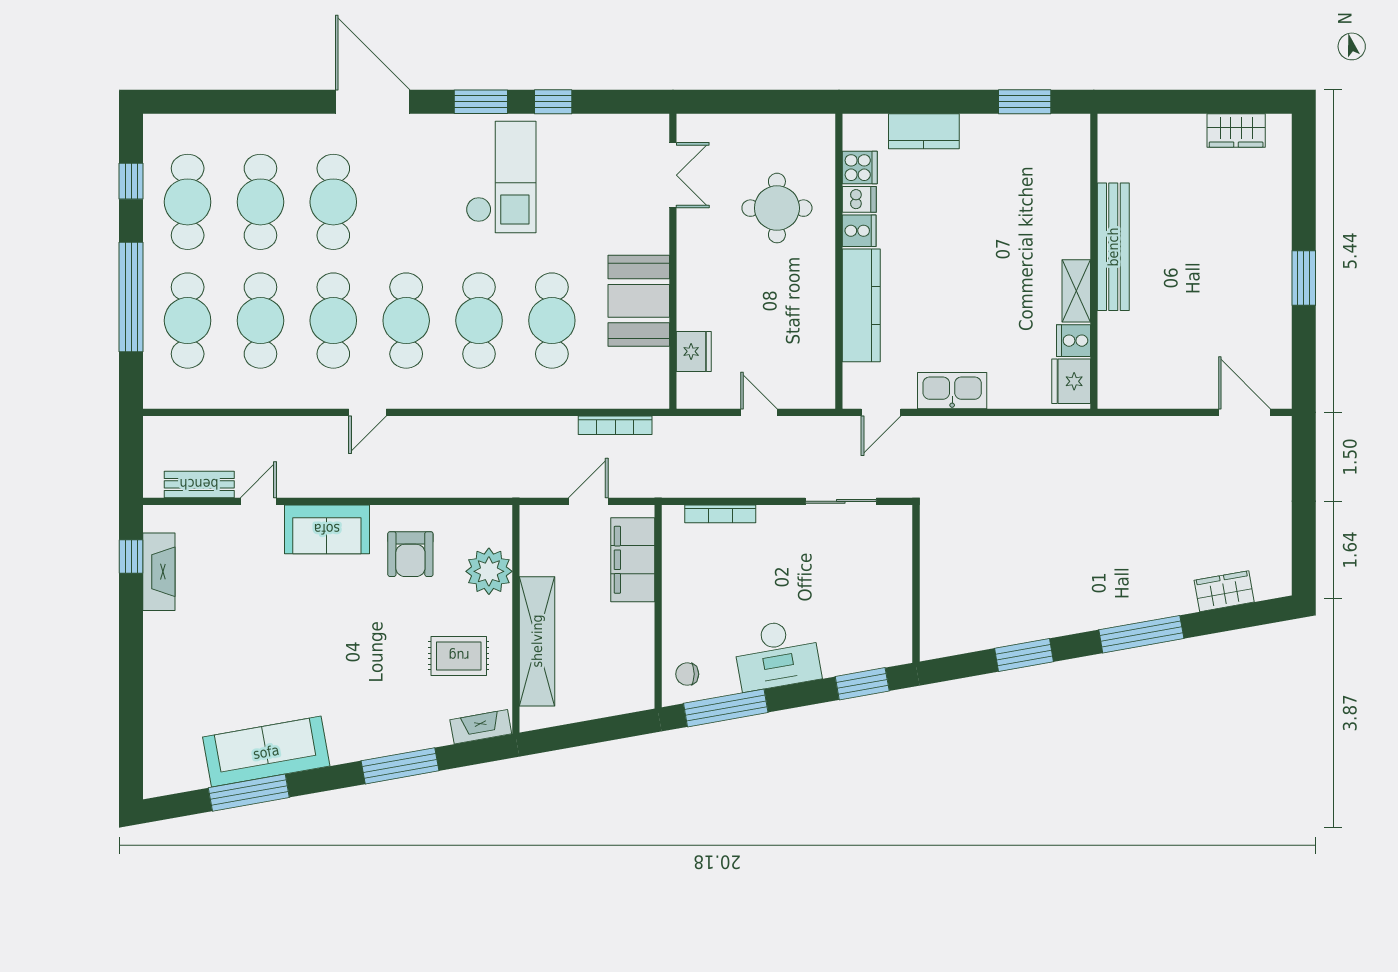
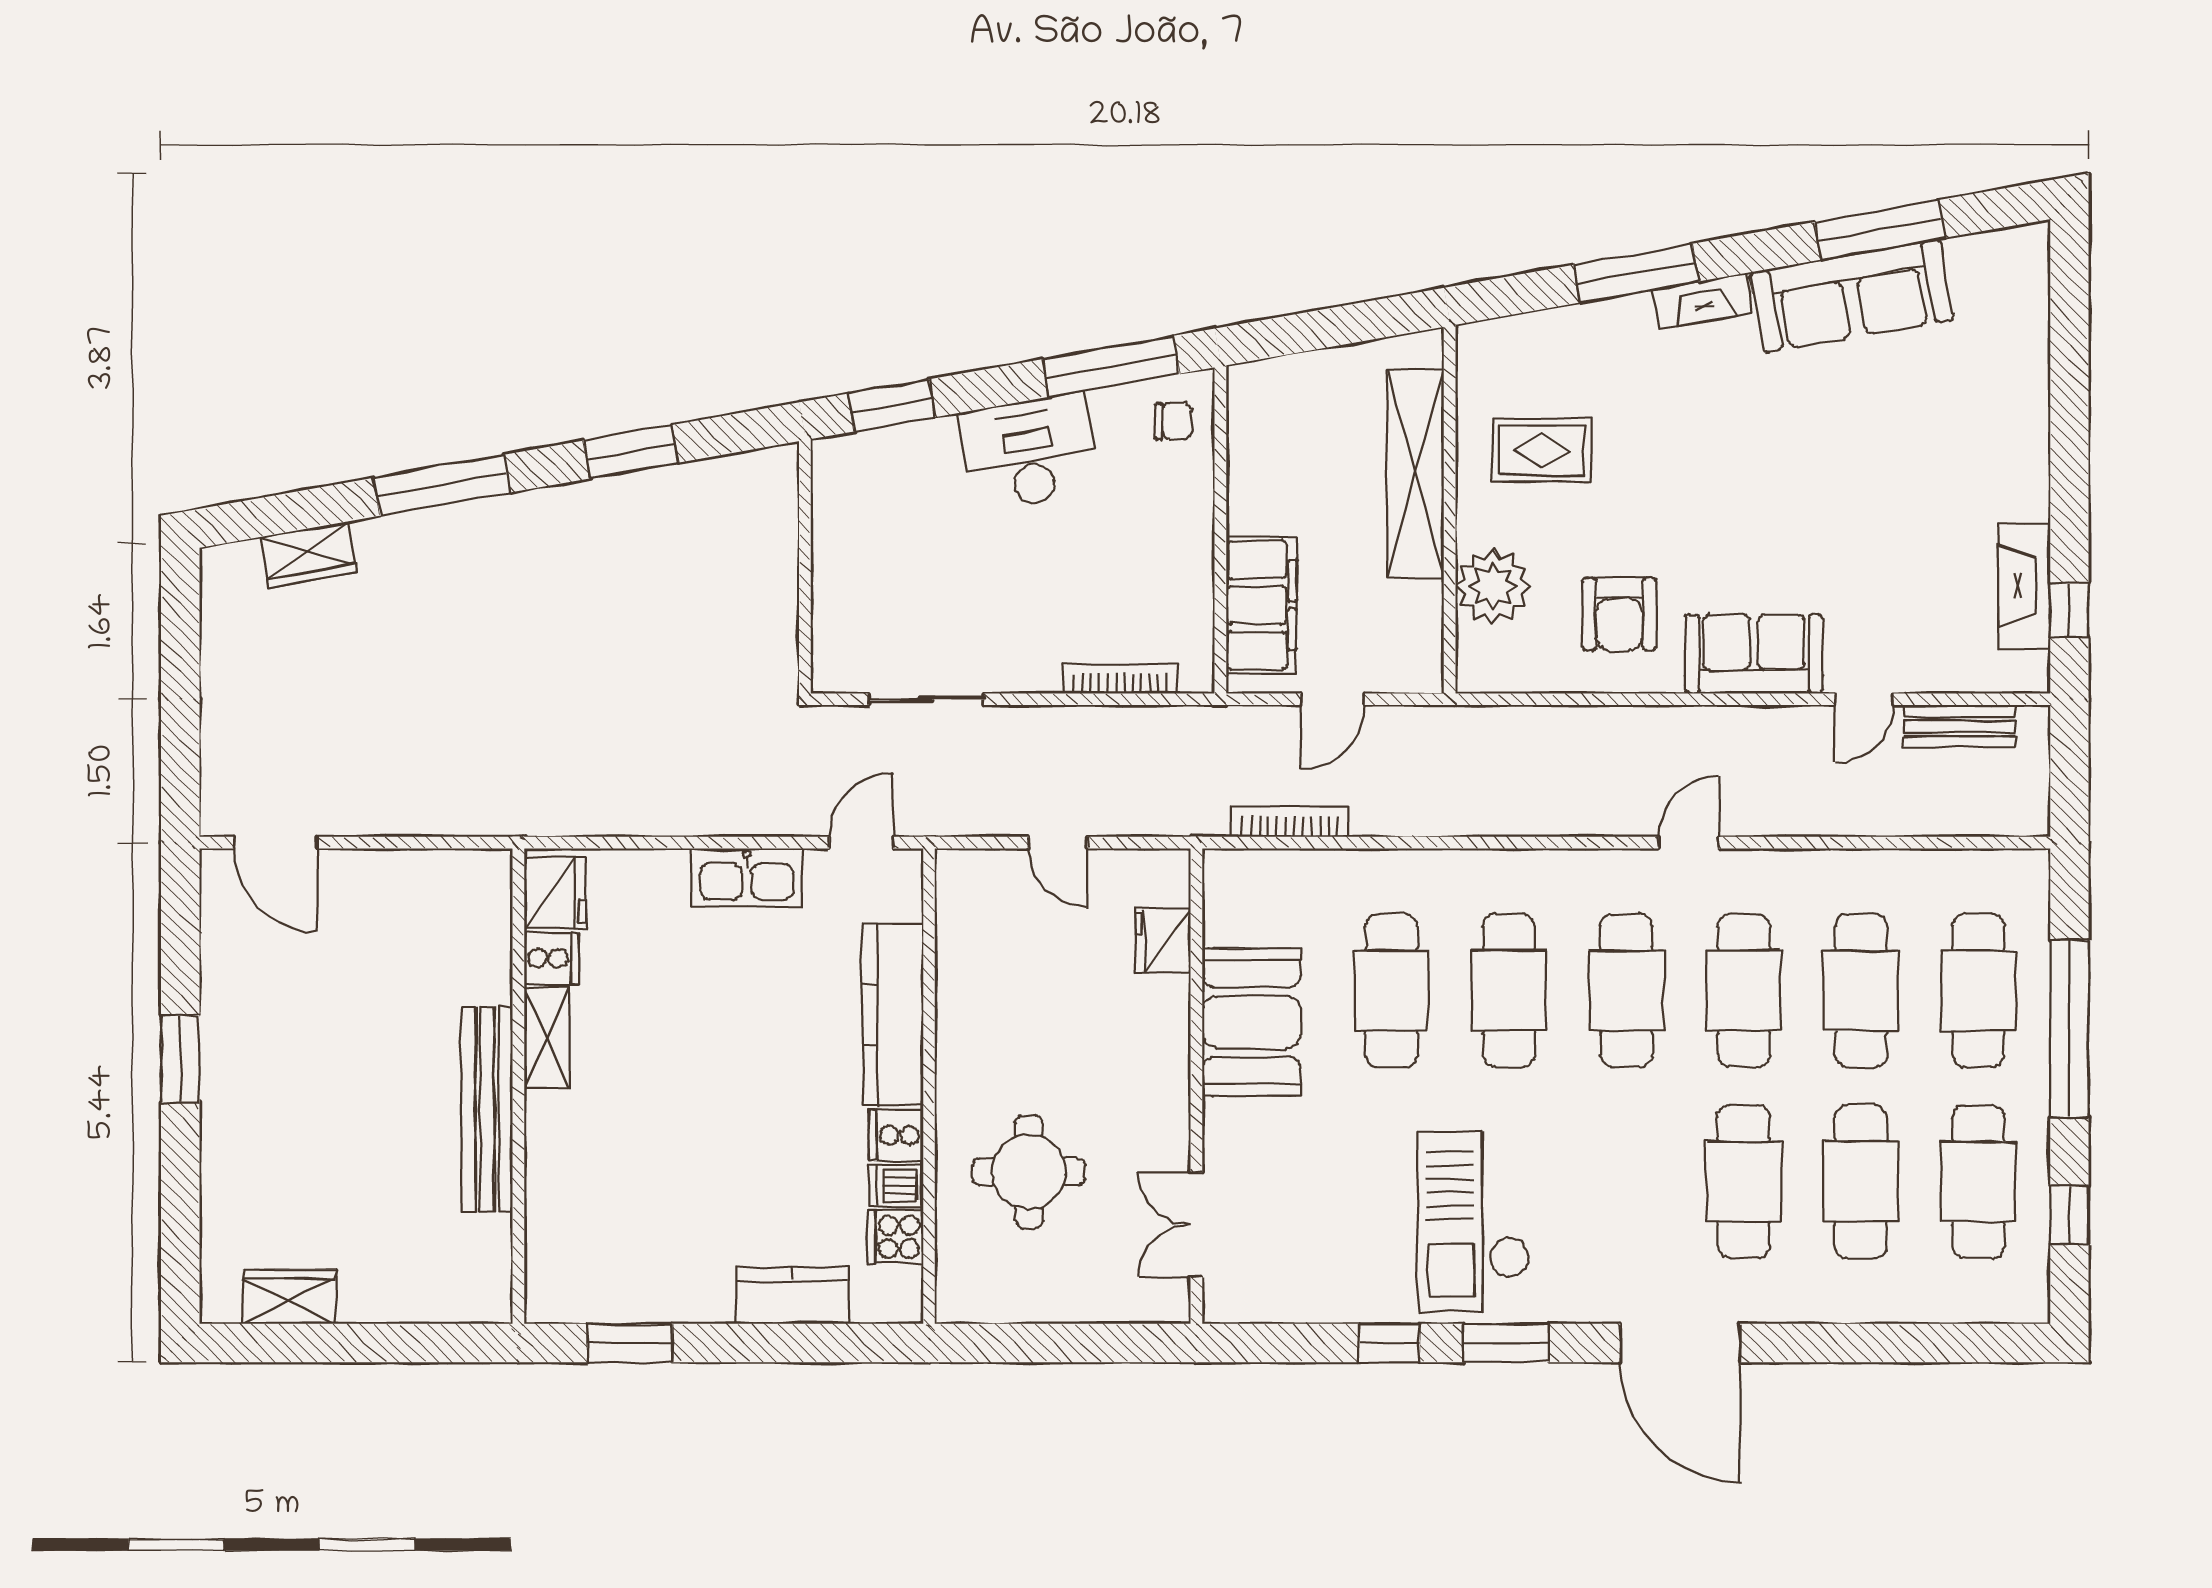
armchair: (410, 554) -> (1619, 614), turned 180
fireplace: (481, 727) -> (1703, 301), moved

